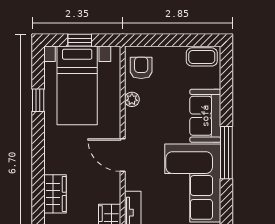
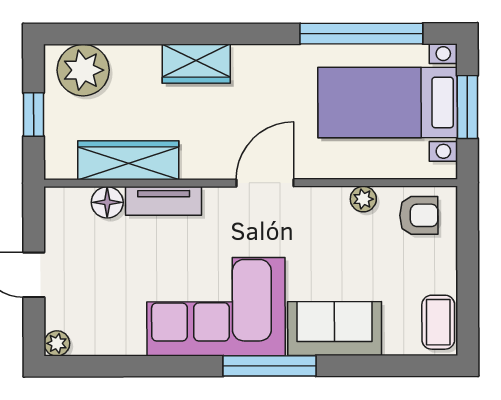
window: (80, 40) -> (467, 107), width x1.50
window: (38, 100) -> (361, 34), width x3.17

